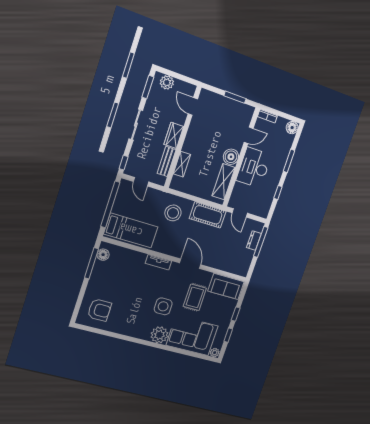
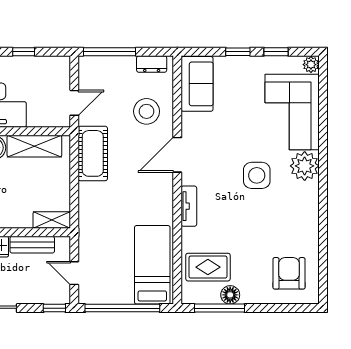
shelving: (182, 164) -> (52, 220), moved
door: (141, 182) -> (74, 273), swing flipped
stool: (173, 213) -> (147, 111), moved
dresser: (254, 241) -> (152, 64), moved
floor lamp: (103, 255) -> (230, 295), moved
rug: (195, 297) -> (208, 267), moved

